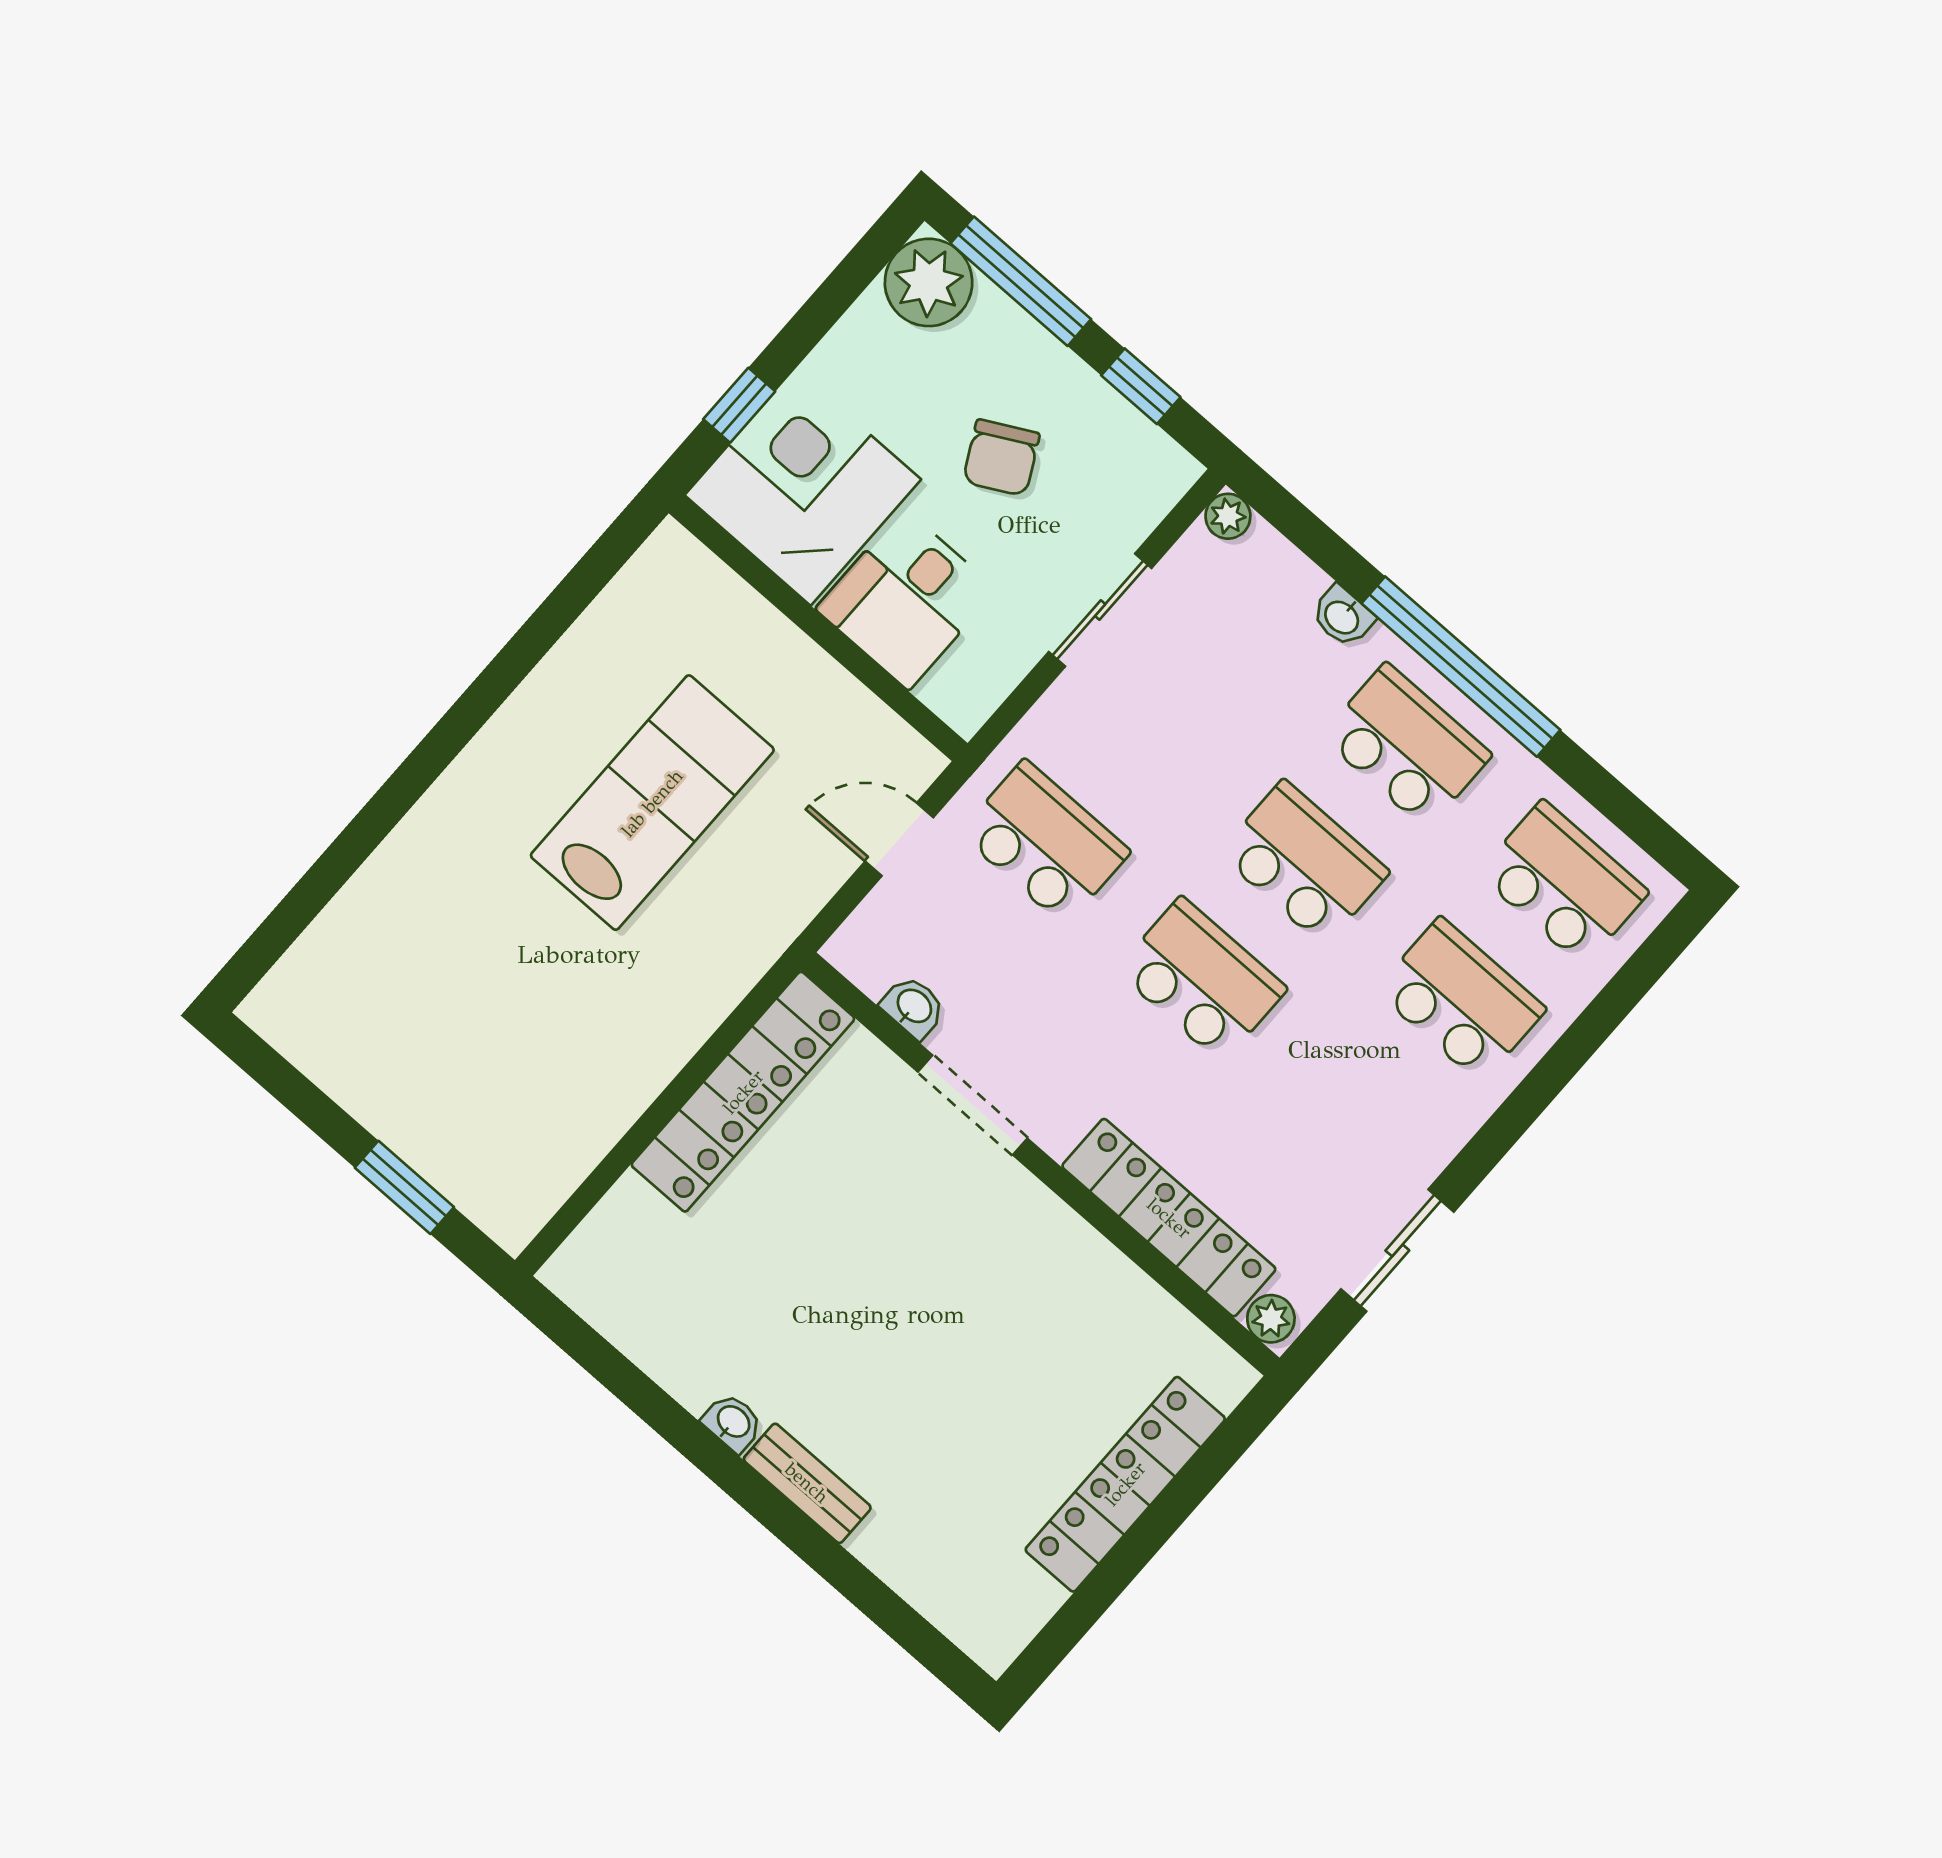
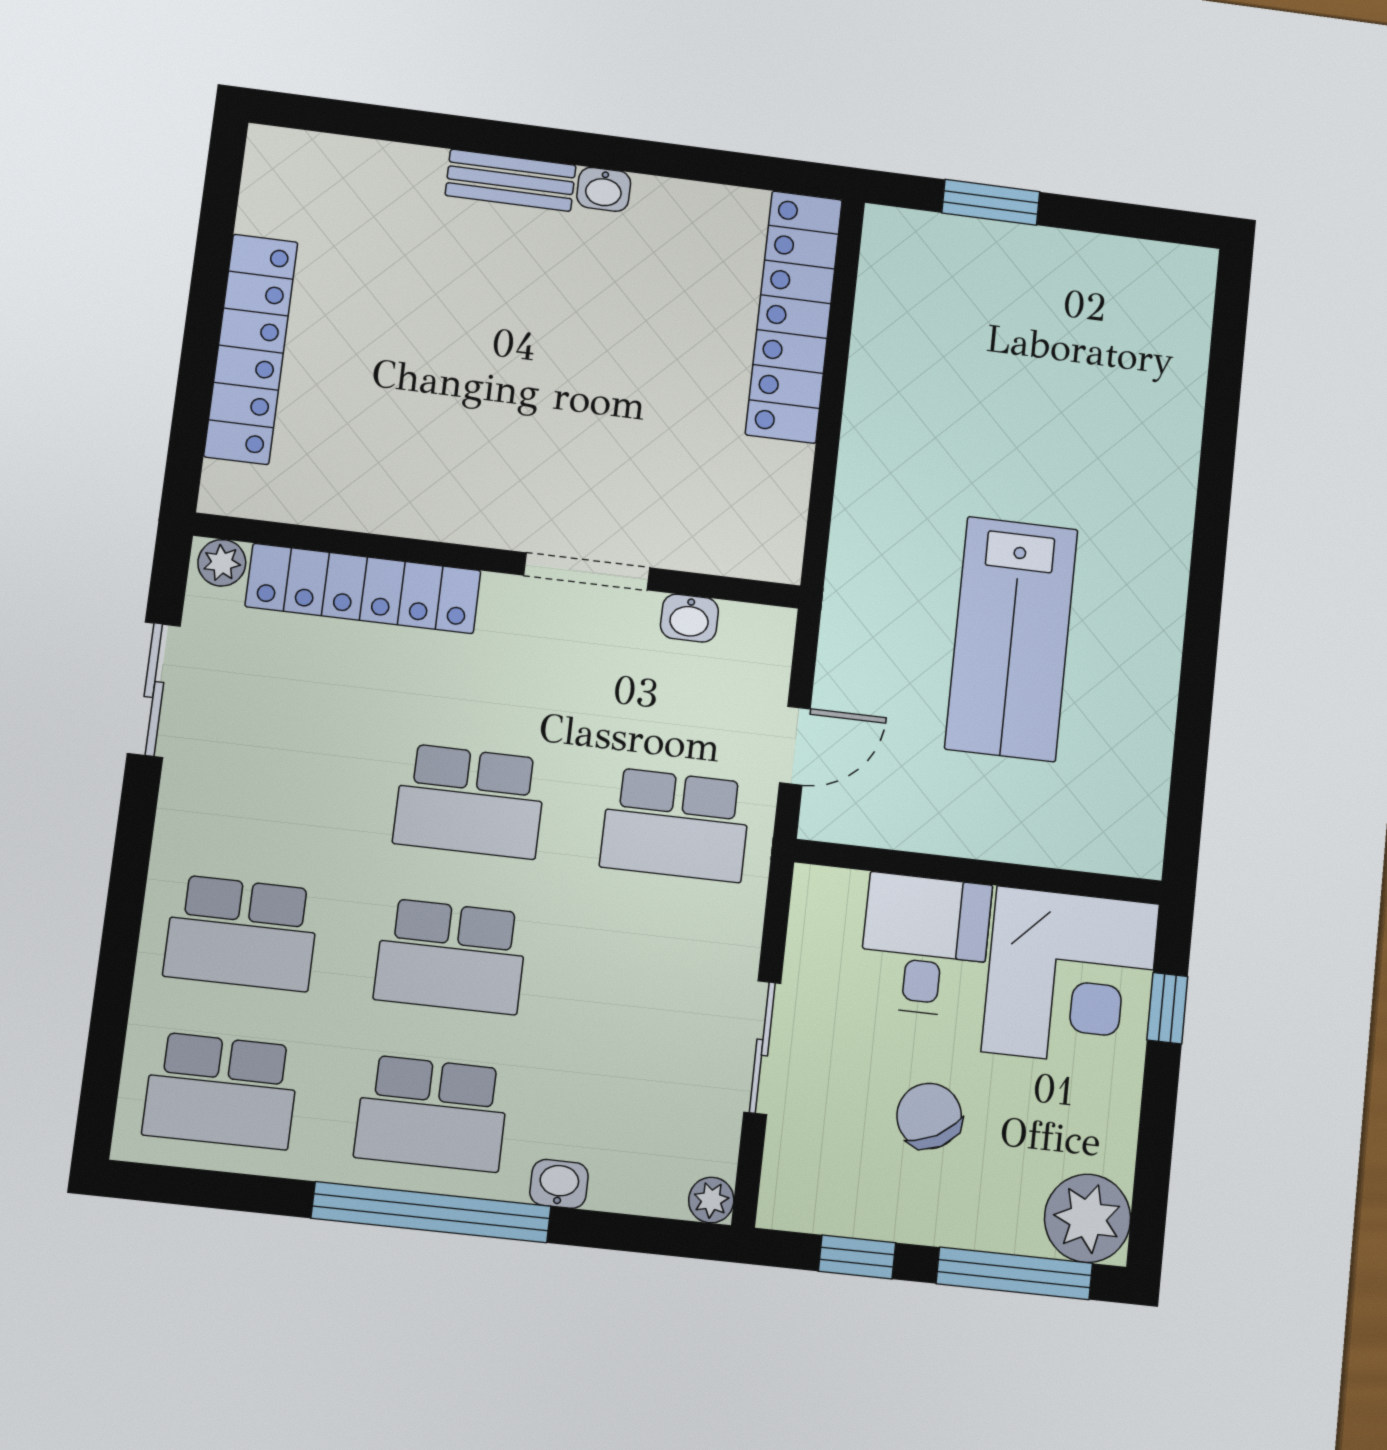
locker: (743, 1092) -> (794, 317), moved

